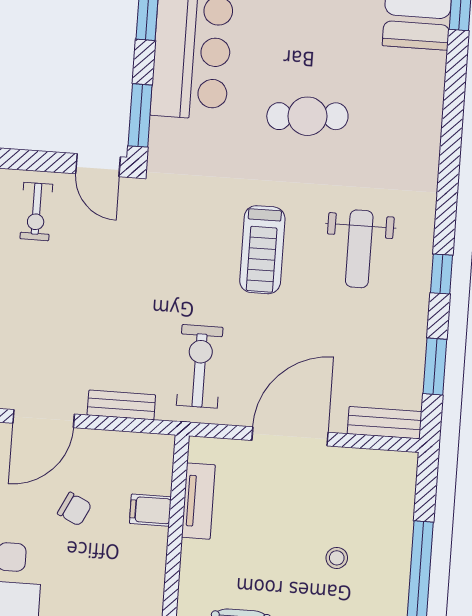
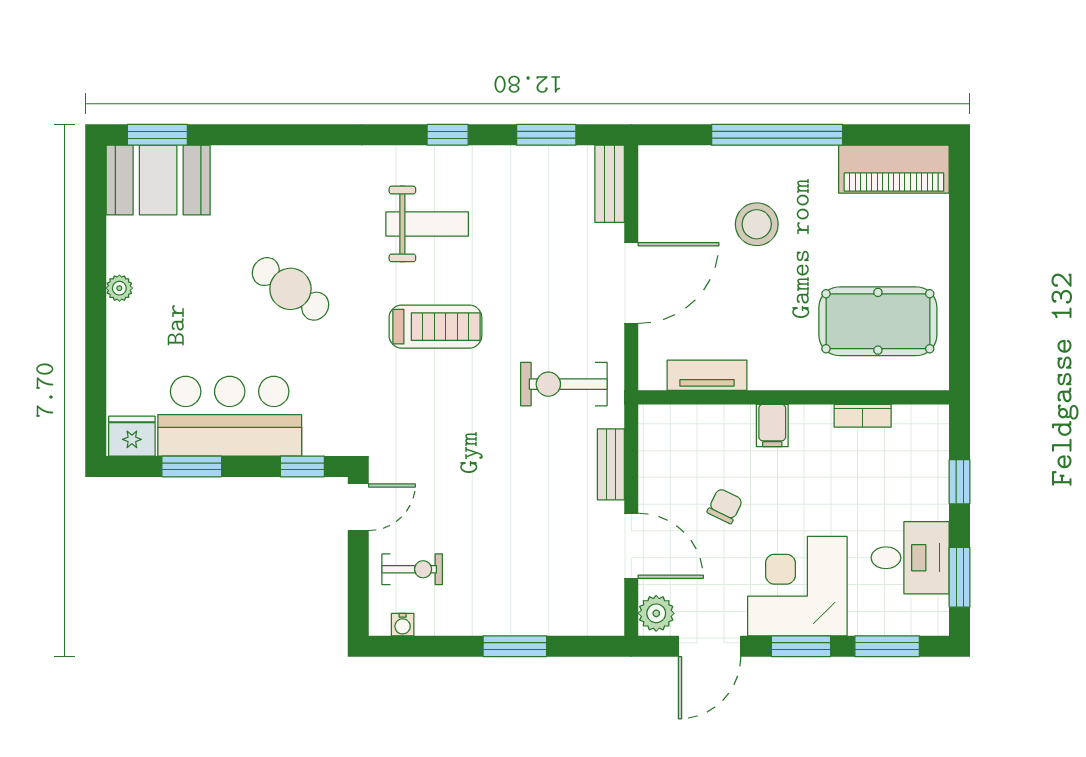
window: (140, 115) -> (302, 466), width x0.67
cafe table: (307, 116) -> (290, 289), turned -51
door: (290, 436) -> (631, 283), swing flipped
filing cabinet: (150, 510) -> (772, 426), moved
stool: (337, 558) -> (757, 224), width x1.89, depth x1.89

